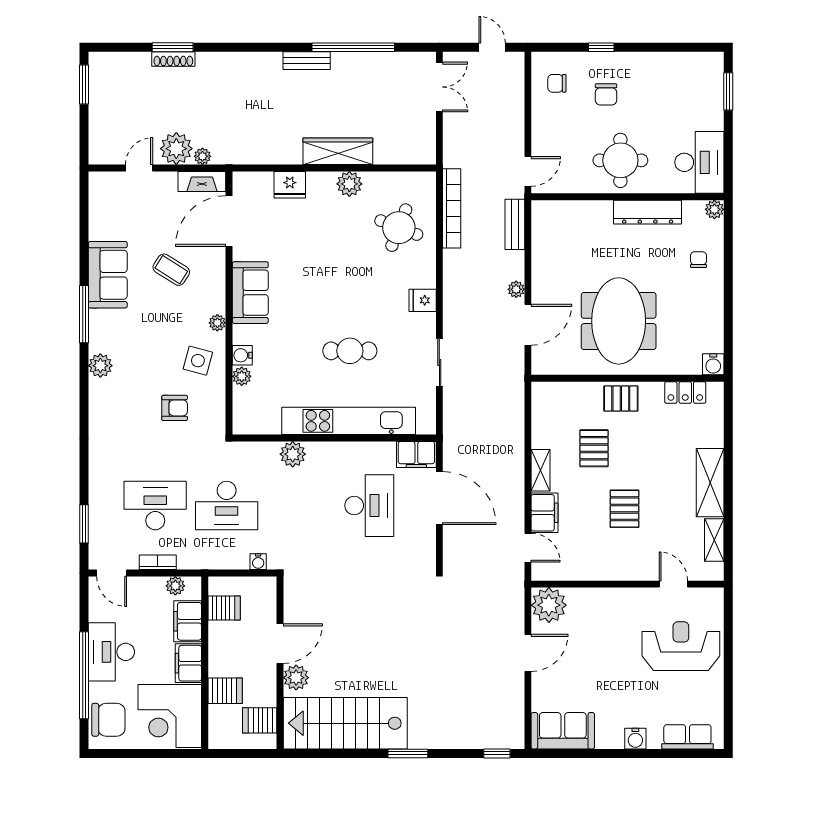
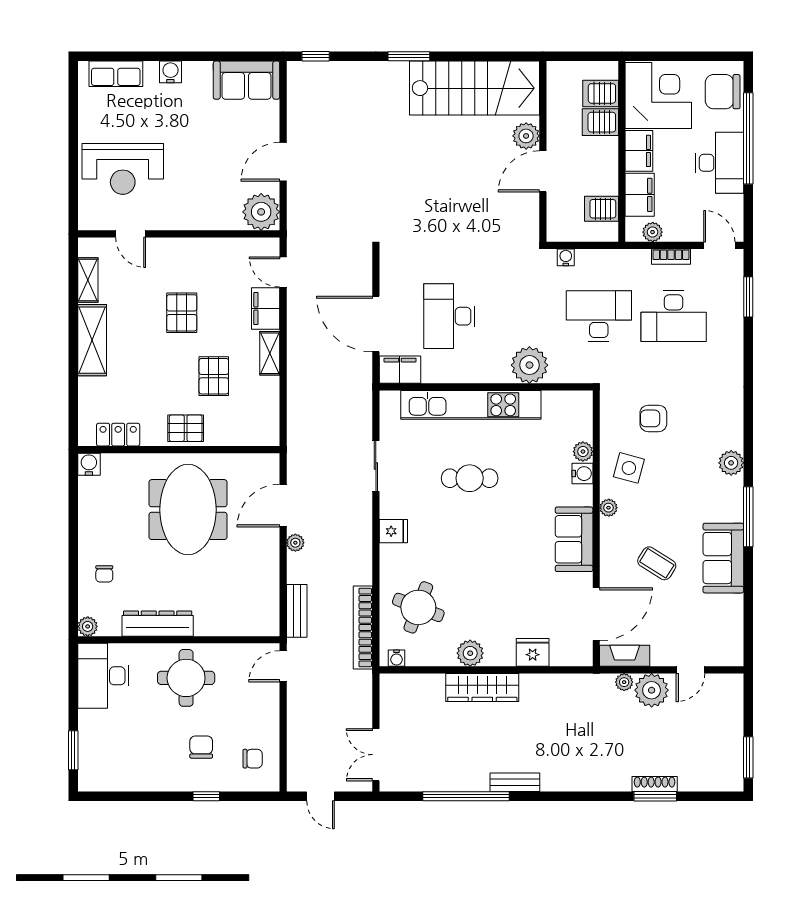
water cooler: (420, 179) -> (397, 658), added
plant: (293, 454) -> (529, 365), width x1.36, depth x1.36
server rack: (260, 720) -> (601, 93), moved, turned 180

